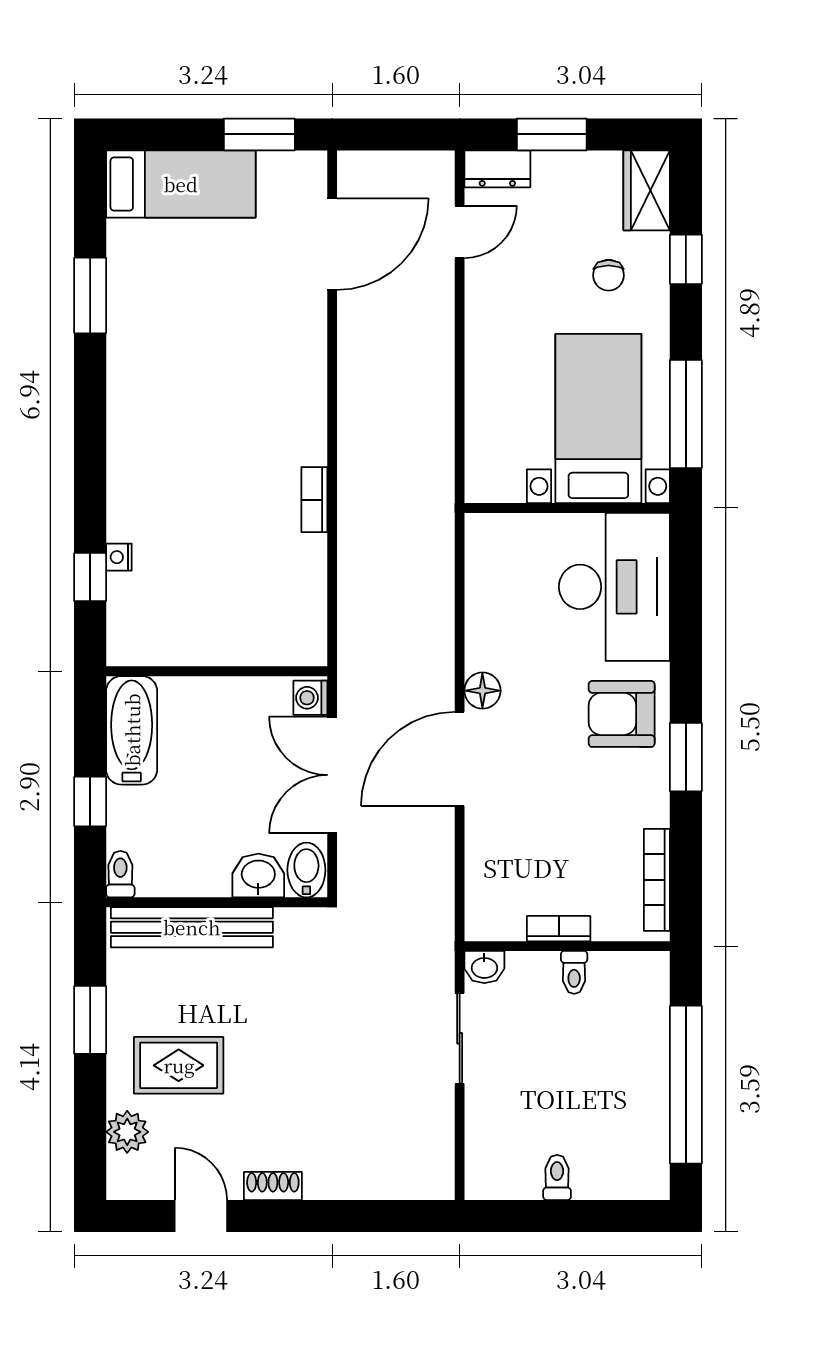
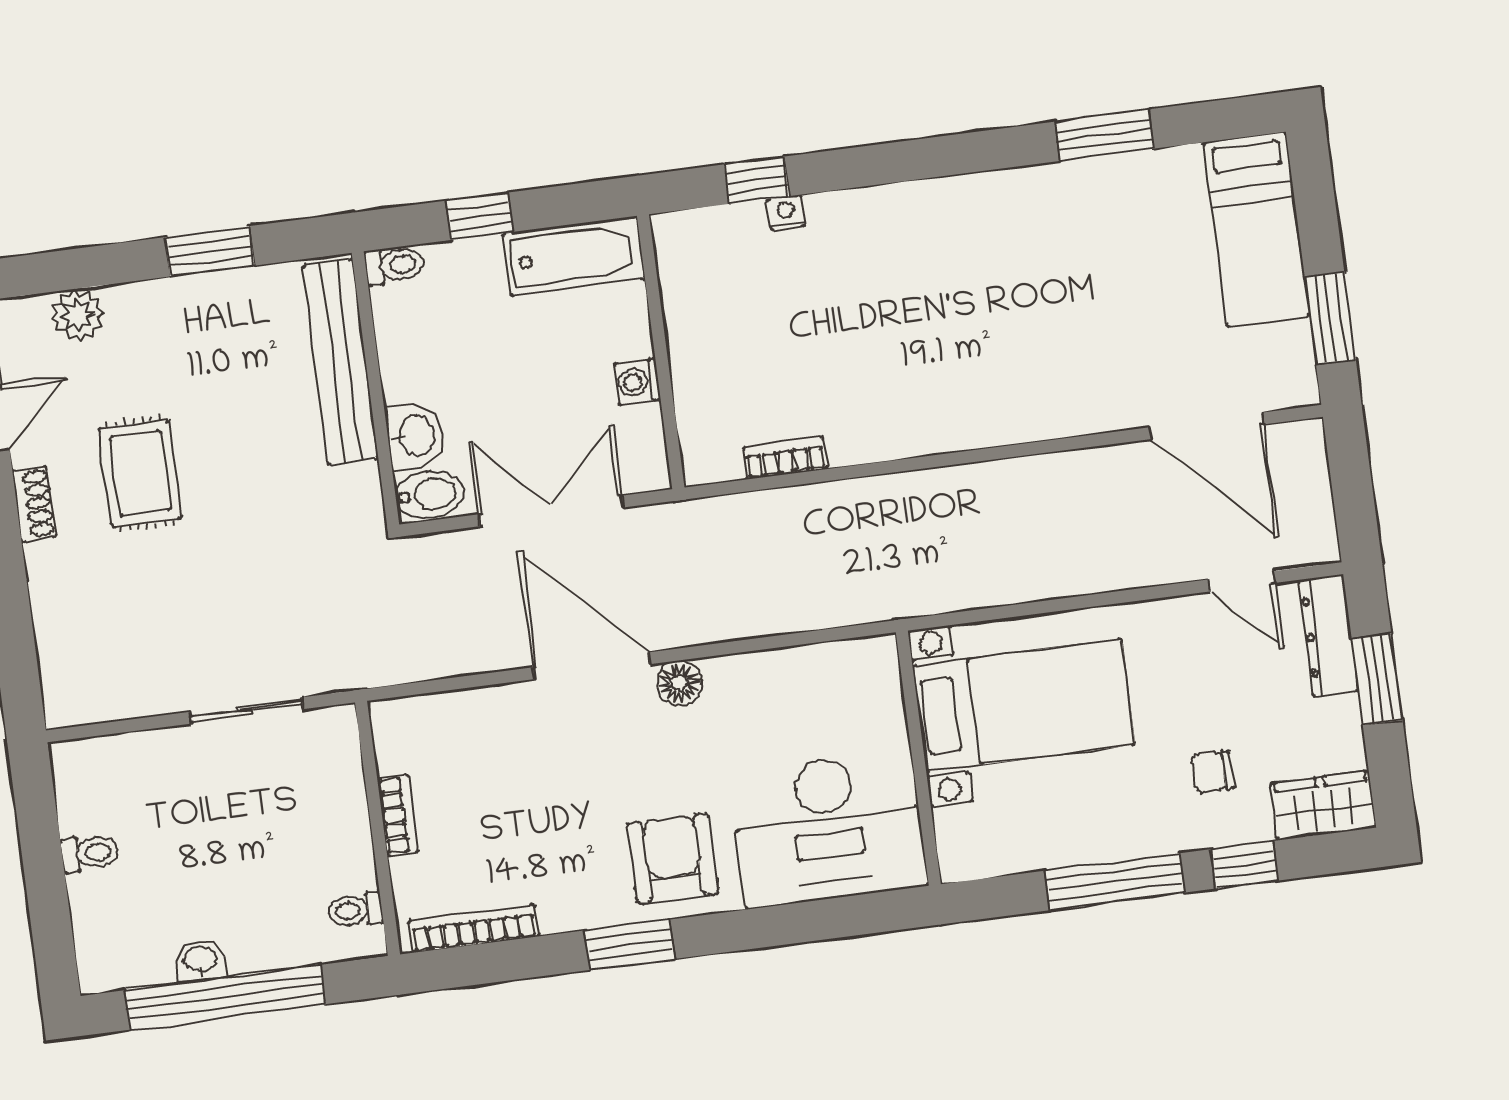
dresser: (497, 169) -> (1328, 635), width x1.44
window: (686, 414) -> (1115, 882), moved
bed with nightstands: (598, 419) -> (1024, 705), moved
bookcase: (314, 500) -> (785, 458), moved
washing machine: (310, 698) -> (637, 382), moved, turned -90
washbasin: (484, 967) -> (201, 960), moved, turned 90
toilet: (574, 972) -> (355, 910), moved
rug: (179, 1065) -> (140, 473), moved

